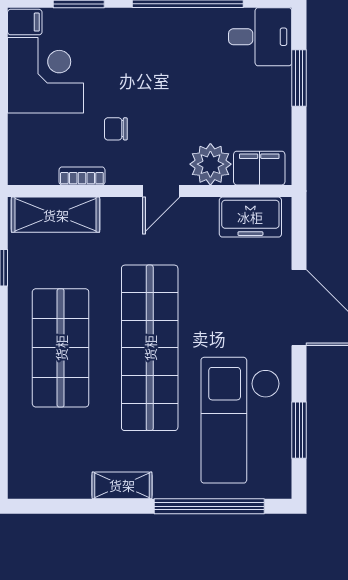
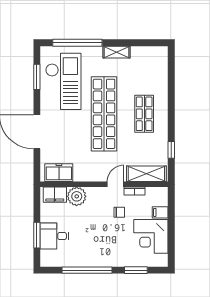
filing cabinet: (25, 22) -> (160, 212), moved
desk: (260, 37) -> (54, 236), moved
door: (161, 191) -> (116, 184), moved
shop shelf: (61, 348) -> (144, 114), width x0.70, depth x0.74

